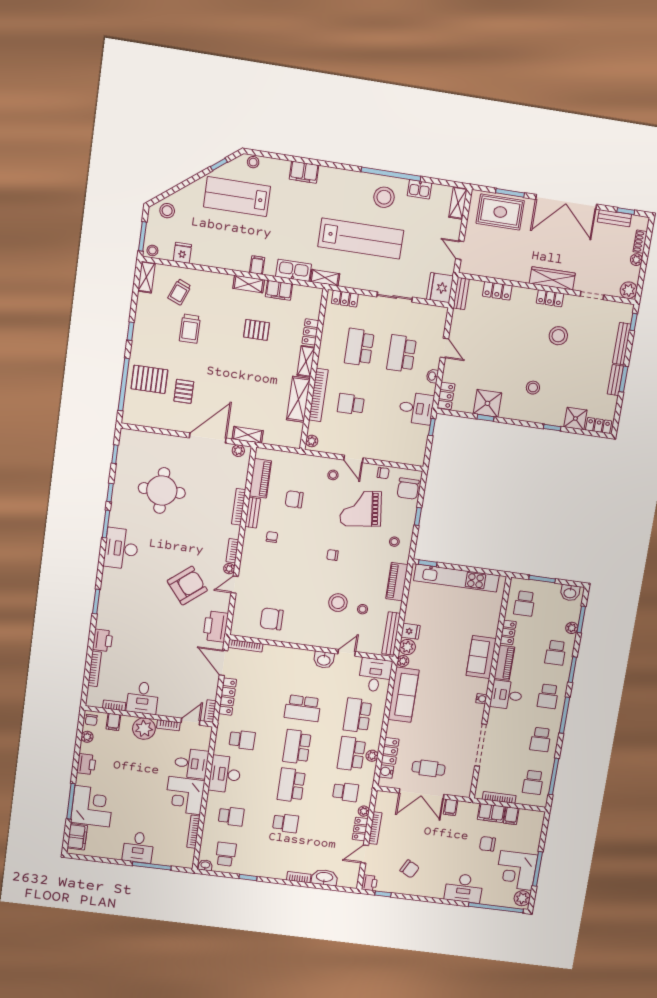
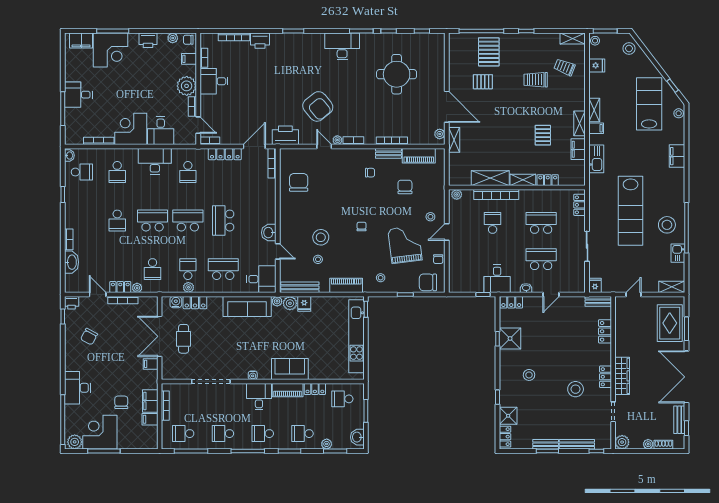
shelving: (325, 278) -> (594, 110), moved
fridge: (440, 288) -> (595, 285), width x0.53, depth x0.75
school desk: (351, 754) -> (188, 269), width x0.54

